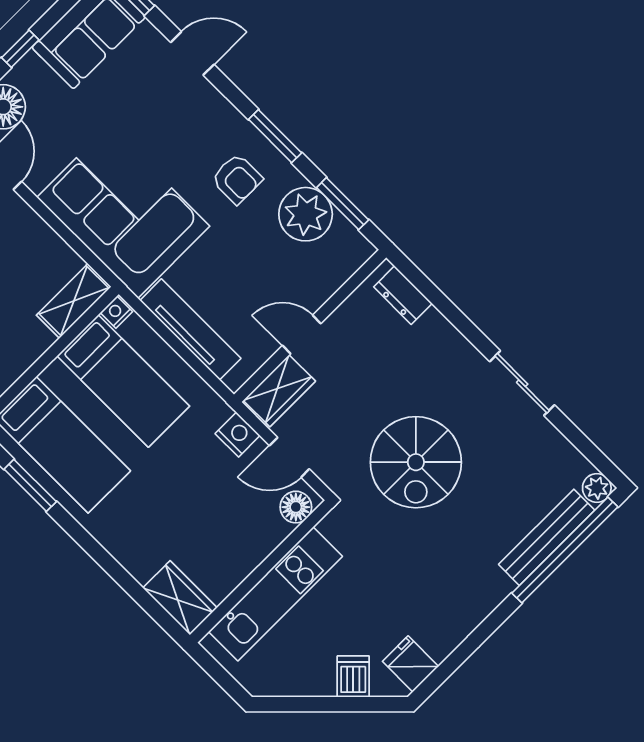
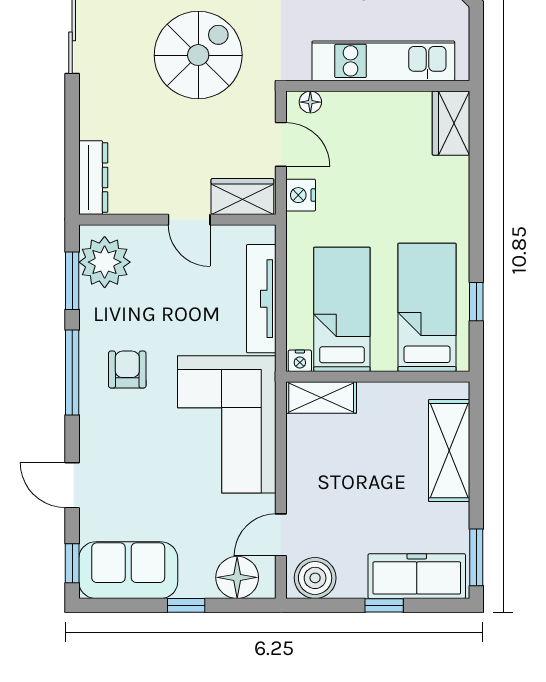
window: (275, 136) -> (72, 373), width x1.44
plant: (306, 214) -> (105, 262), moved
dresser: (403, 295) -> (93, 177), width x1.44
window: (30, 485) -> (476, 302), width x0.67
floor lamp: (296, 507) -> (310, 102), width x0.73, depth x0.73

